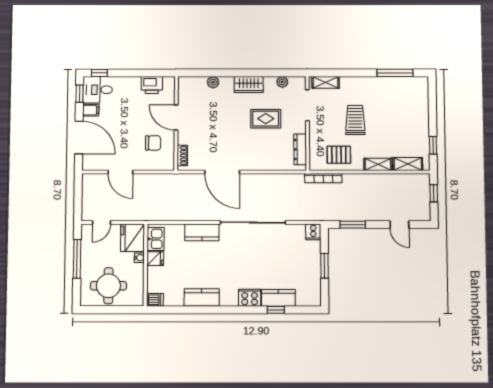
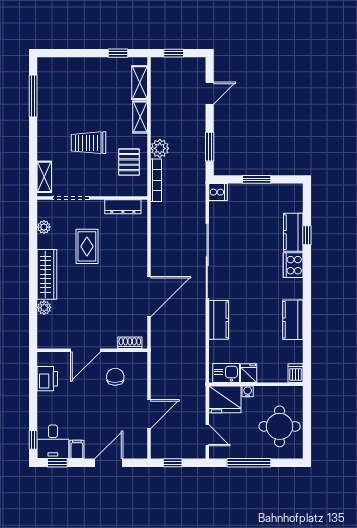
wardrobe: (249, 85) -> (47, 274), width x1.50
door: (79, 138) -> (109, 463), width x0.73
plant: (351, 181) -> (160, 148), added
window: (78, 192) -> (173, 463), added

